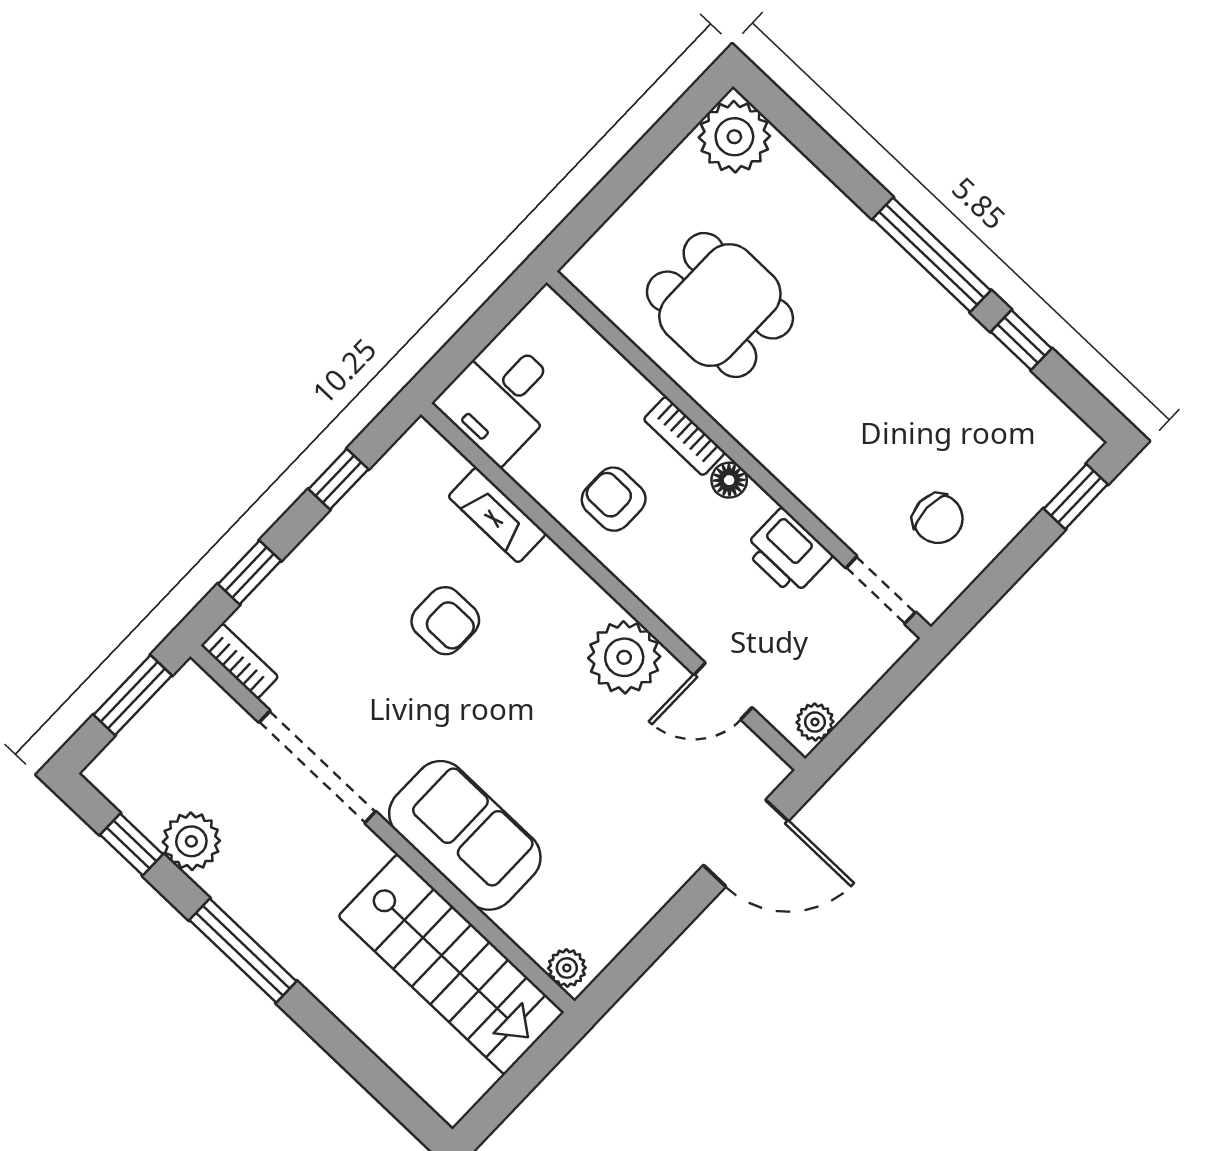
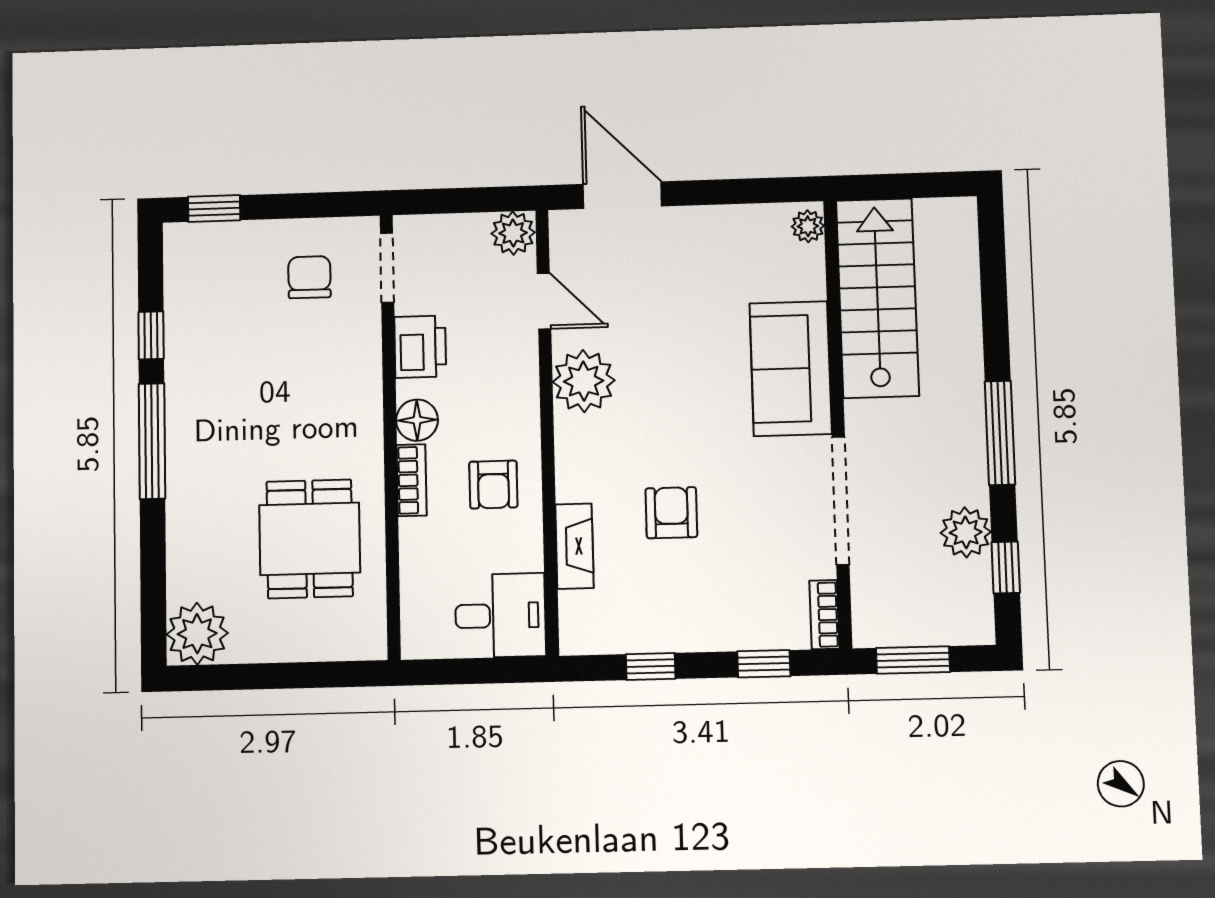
floor lamp: (729, 480) -> (417, 420), width x1.37, depth x1.37
plant: (815, 722) -> (513, 233), width x1.38, depth x1.38

